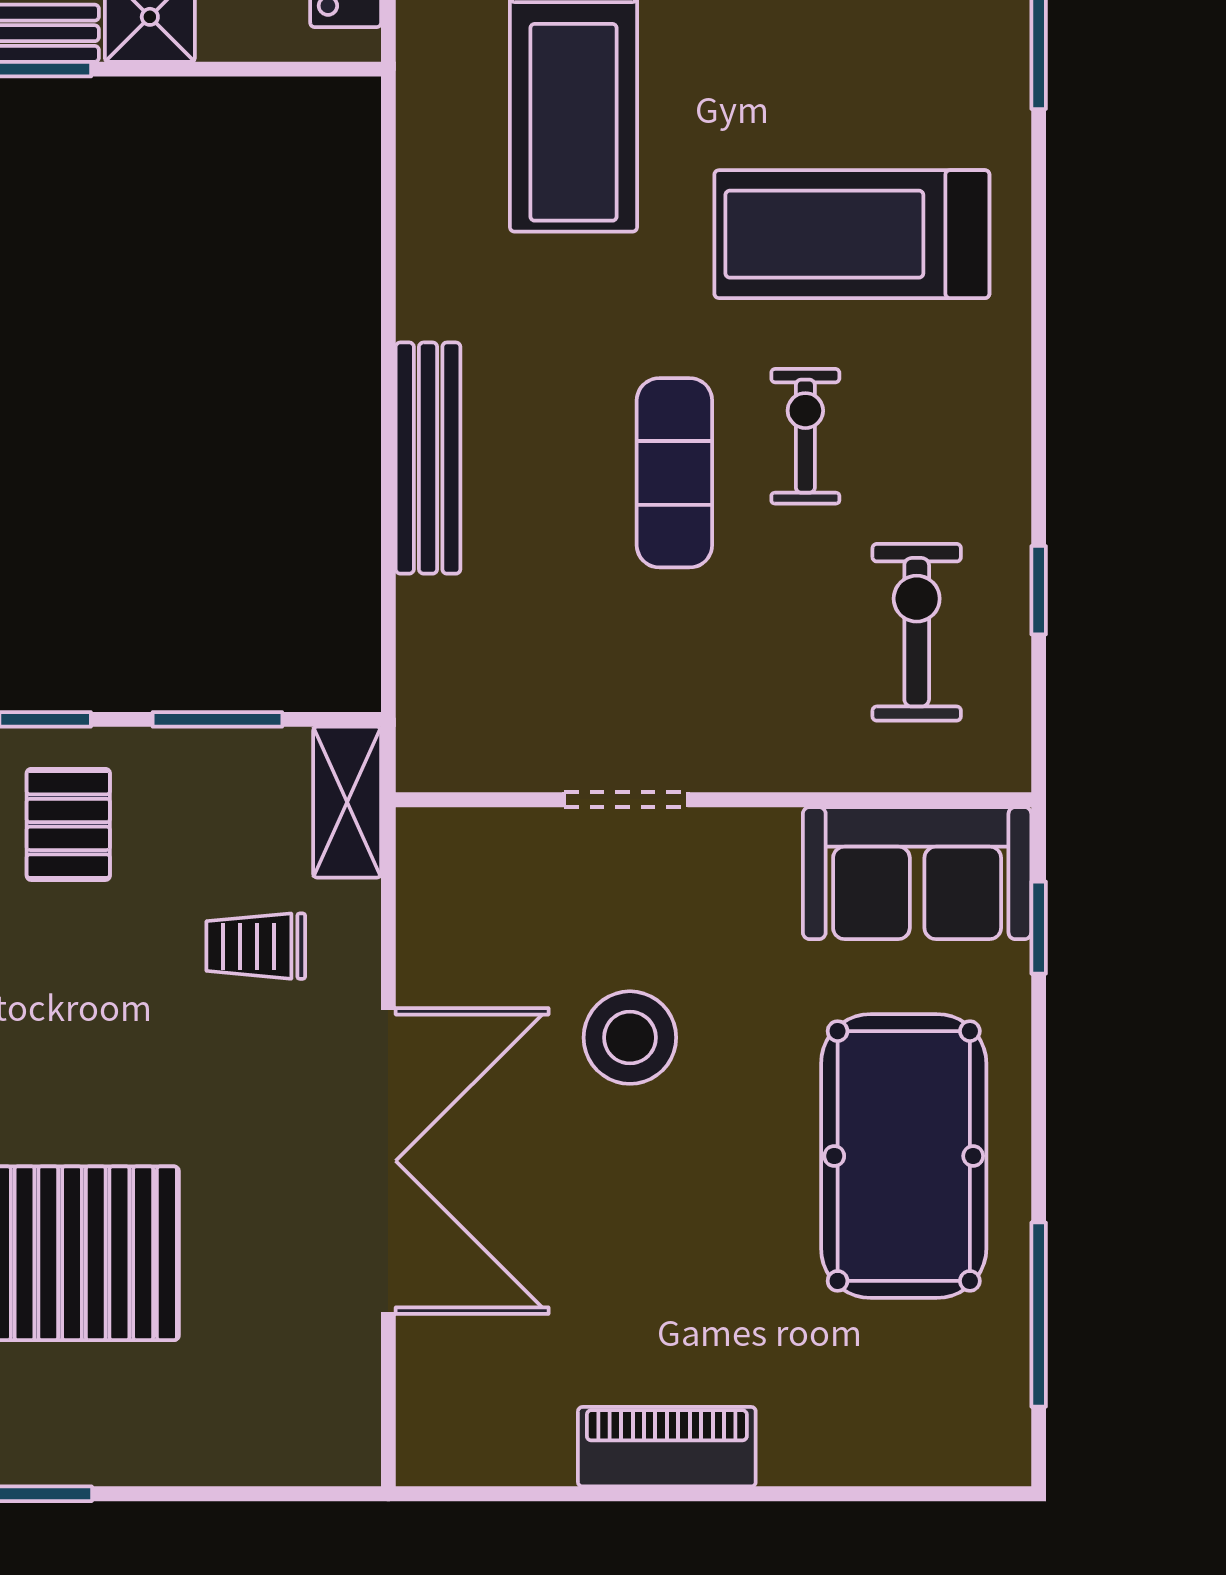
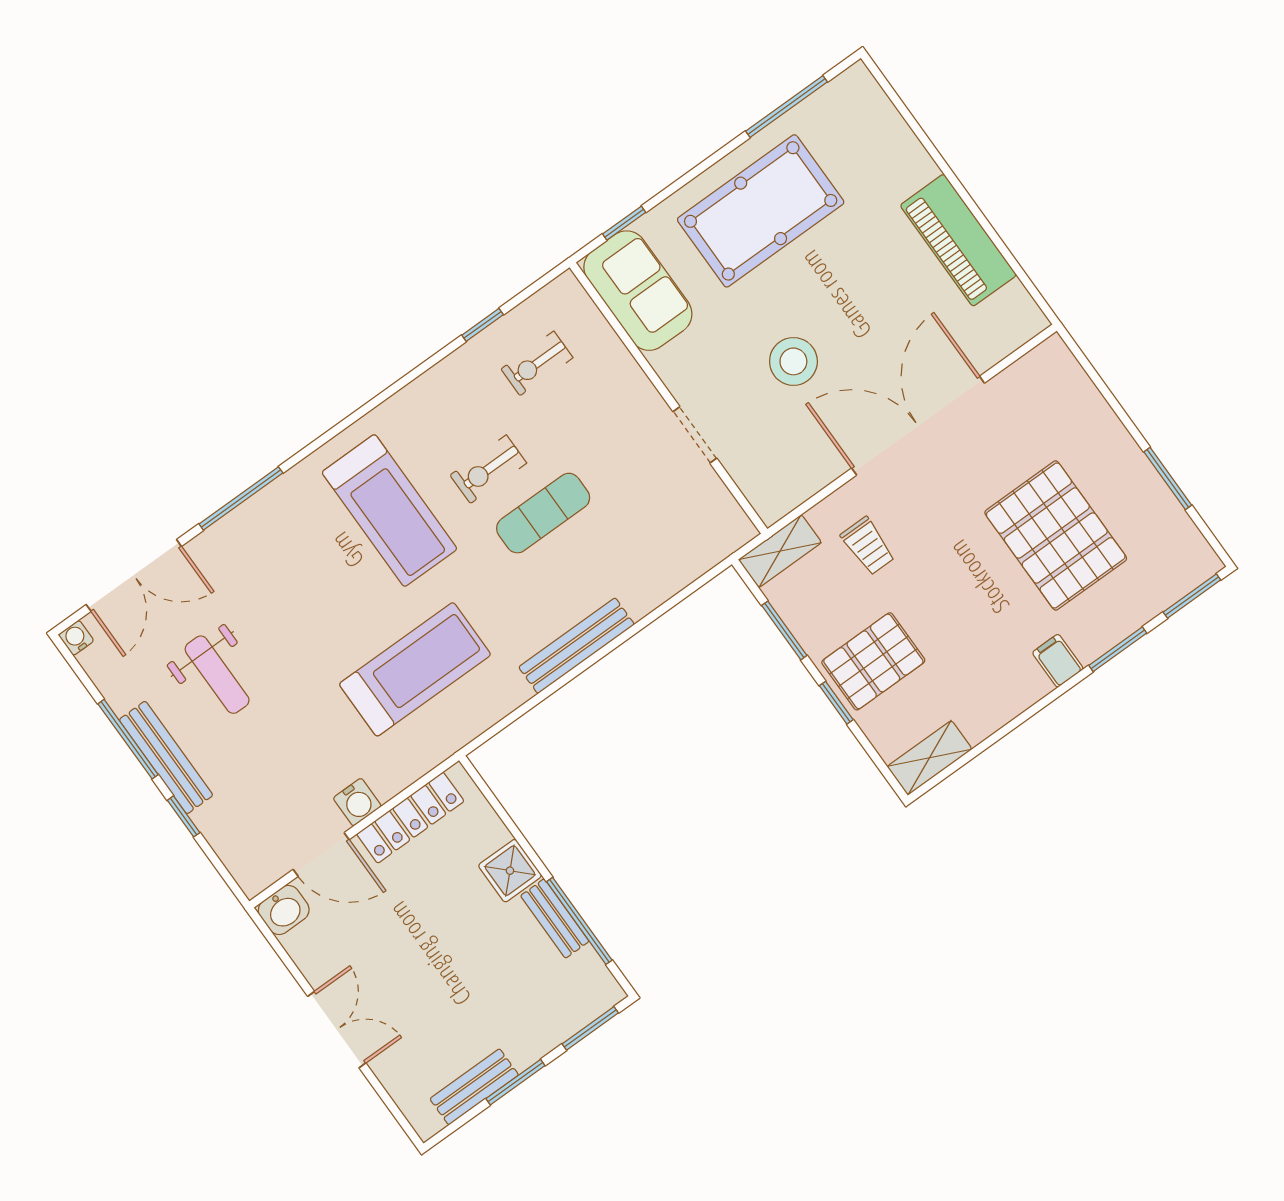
bench: (428, 458) -> (577, 646), moved
exercise bike: (917, 632) -> (537, 363), width x0.73, depth x0.72
pallet: (68, 824) -> (873, 661), width x1.50, depth x1.42
piano: (667, 1447) -> (958, 240), width x1.37, depth x1.33

